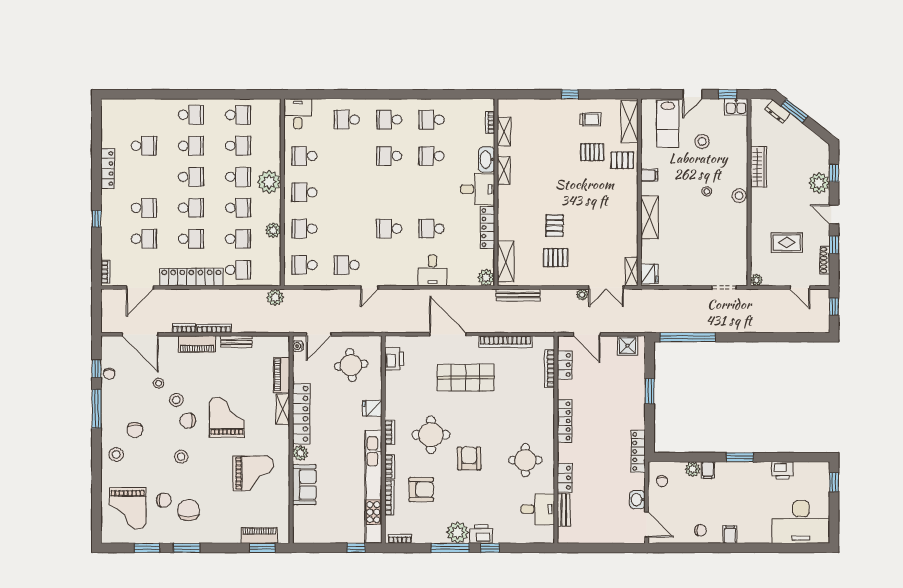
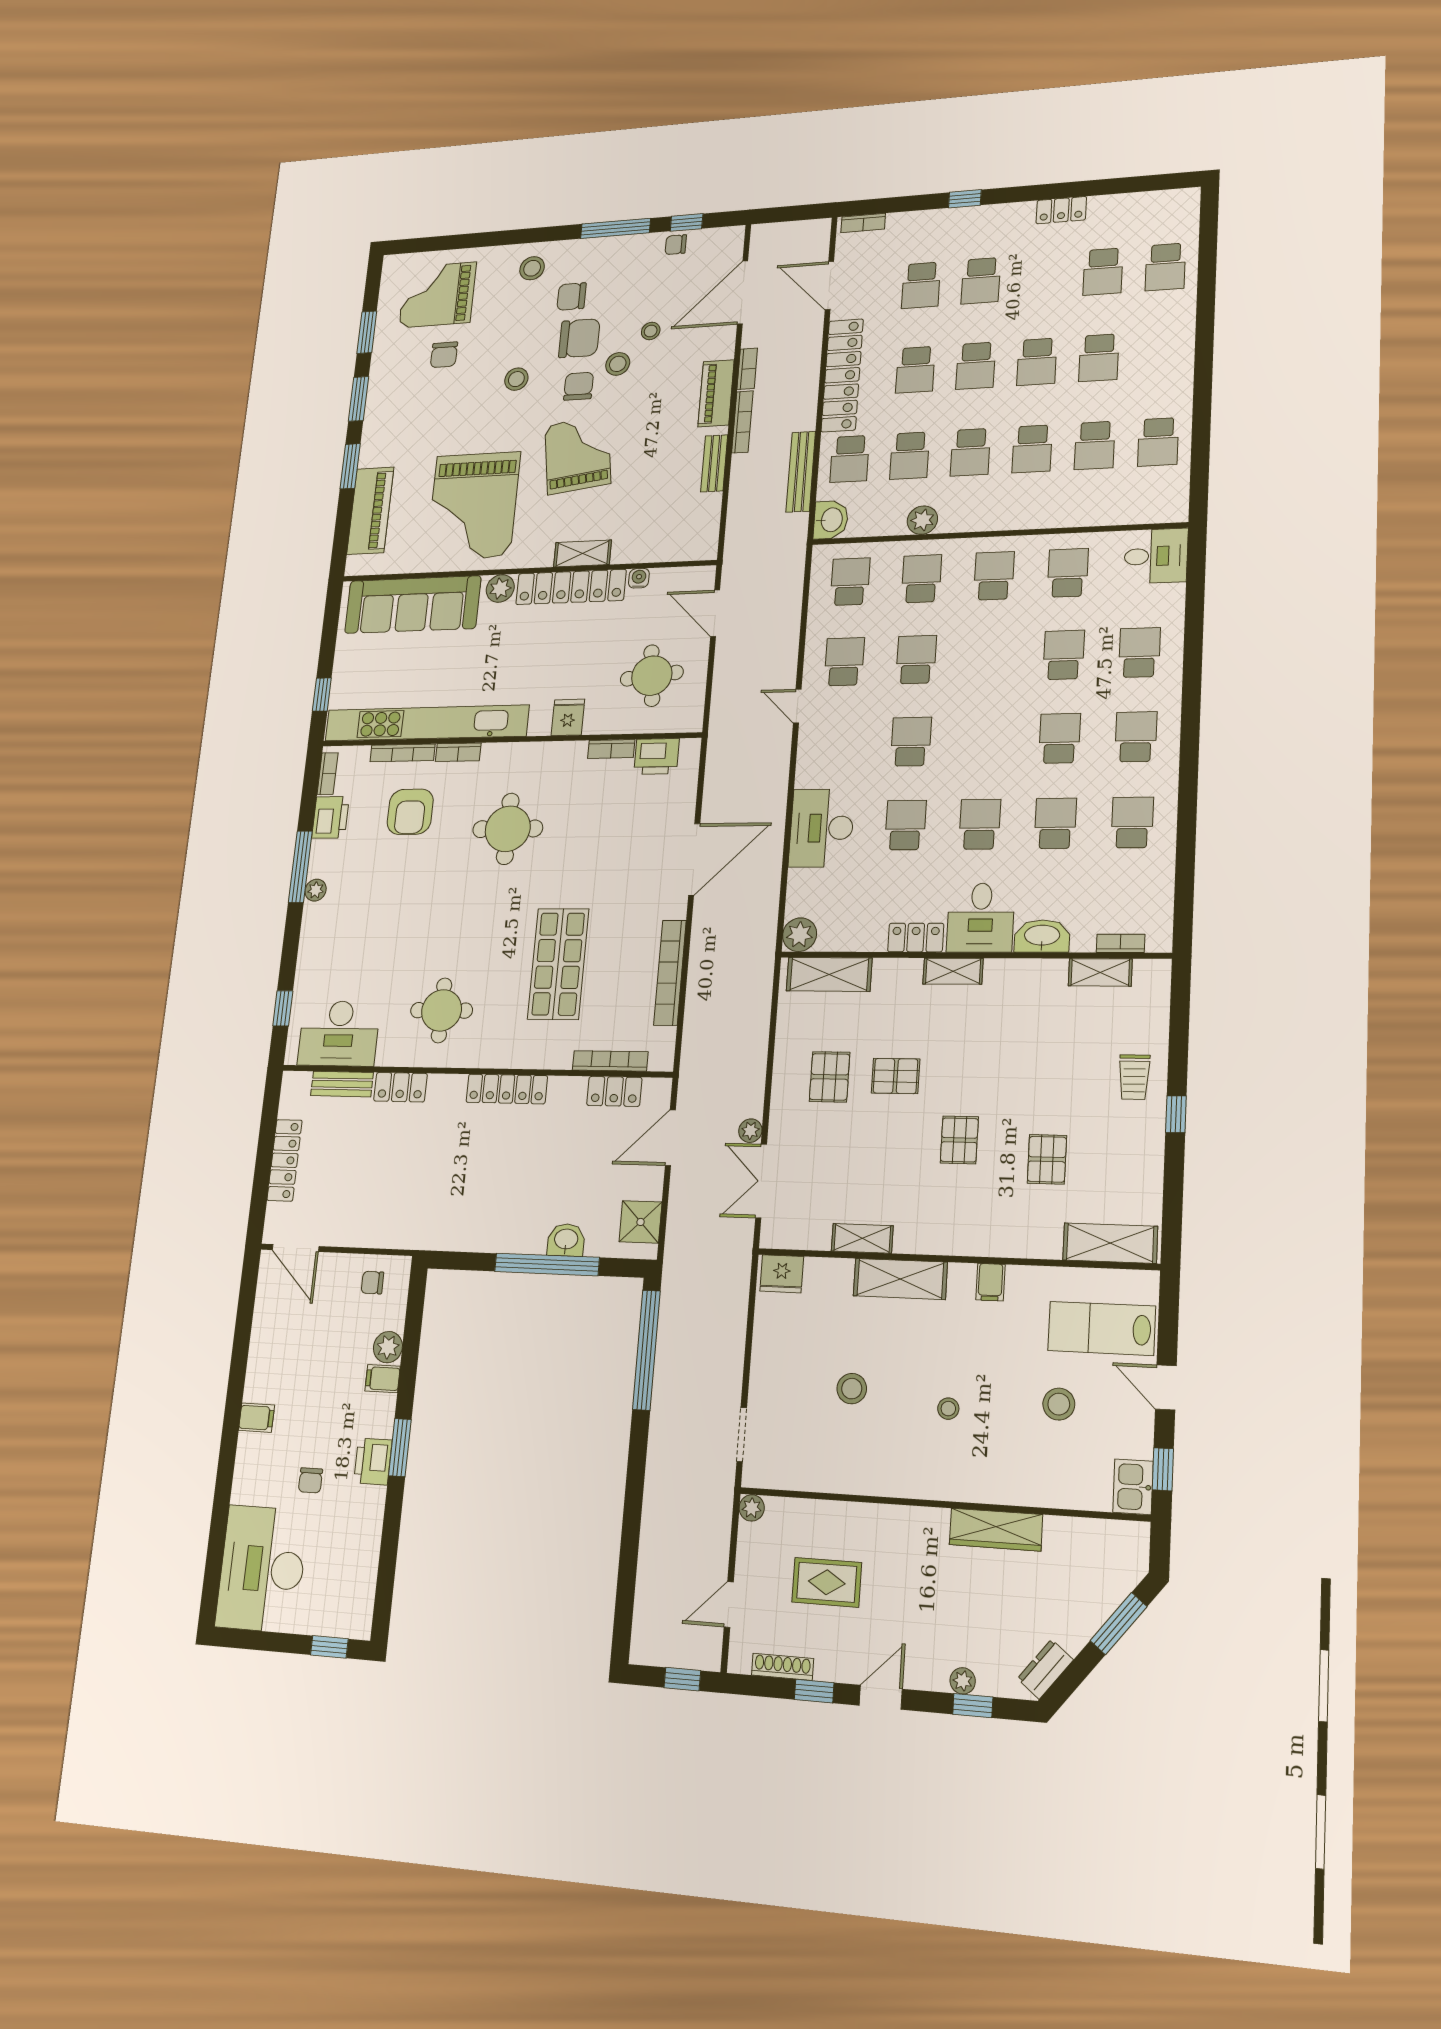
dresser: (778, 111) -> (1045, 1669), moved
school desk: (191, 115) -> (1165, 267), moved
trolley: (590, 119) -> (1134, 1077), moved
school desk: (347, 156) -> (1064, 655), added
pallet: (622, 160) -> (959, 1140), moved
locker: (108, 169) -> (1061, 210), width x0.66
shelving: (504, 170) -> (953, 971), moved
plant: (269, 182) -> (1019, 508), removed
plant: (819, 183) -> (963, 1681), width x0.53, depth x0.53
school desk: (431, 192) -> (980, 824), added
stool: (739, 196) -> (852, 1389), moved
locker: (487, 228) -> (916, 938), width x0.66
school desk: (347, 229) -> (916, 660), added
rug: (787, 242) -> (827, 1582), turned 90
desk: (432, 270) -> (822, 828), width x1.37
shelving: (631, 272) -> (862, 1238), moved
washbasin: (271, 277) -> (831, 520), added
bench: (518, 295) -> (801, 472), moved
plant: (275, 297) -> (792, 530), removed
water cooler: (298, 346) -> (639, 578), moved
piano: (282, 375) -> (645, 549), removed
shop shelf: (466, 378) -> (558, 964), moved
window: (650, 391) -> (547, 1264), width x2.11
grand piano: (227, 417) -> (578, 454), turned -98
bookcase: (390, 432) -> (611, 749), moved
locker: (638, 451) -> (285, 1160), moved, turned 90
armchair: (469, 458) -> (457, 902), removed
printer: (782, 470) -> (373, 1461), moved
grand piano: (253, 473) -> (473, 506), width x1.37, depth x1.48
sofa: (304, 485) -> (413, 605), width x1.85, depth x1.27
washbasin: (637, 500) -> (566, 1240), moved
desk: (538, 509) -> (339, 1033), width x1.37
chair: (189, 510) -> (579, 338), moved
door: (647, 525) -> (296, 1248), hinge flipped
chair: (700, 530) -> (310, 1480), moved
plant: (458, 532) -> (316, 890), width x0.53, depth x0.53
printer: (481, 534) -> (331, 817), moved
piano: (259, 535) -> (370, 511), width x1.37, depth x1.33
window: (262, 548) -> (350, 466), moved
window: (490, 548) -> (283, 1008), moved

